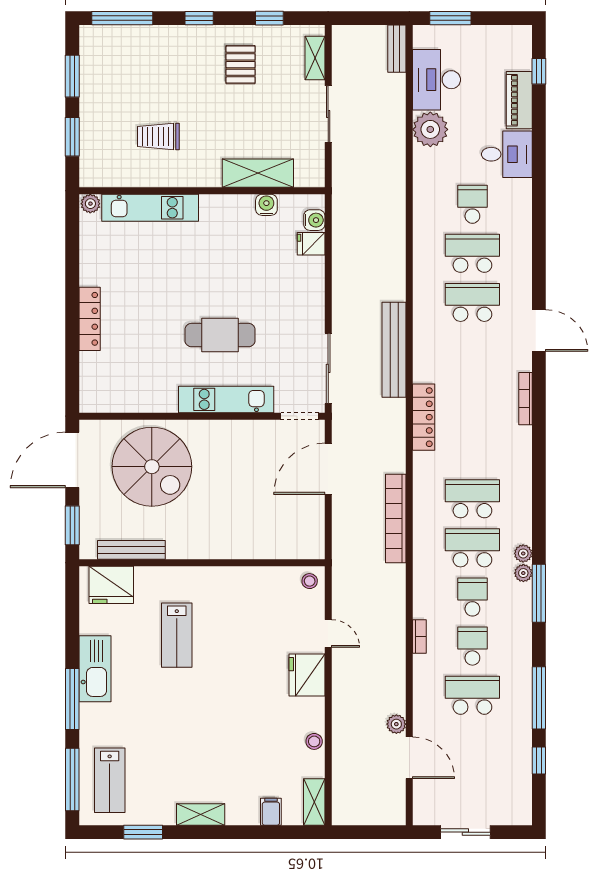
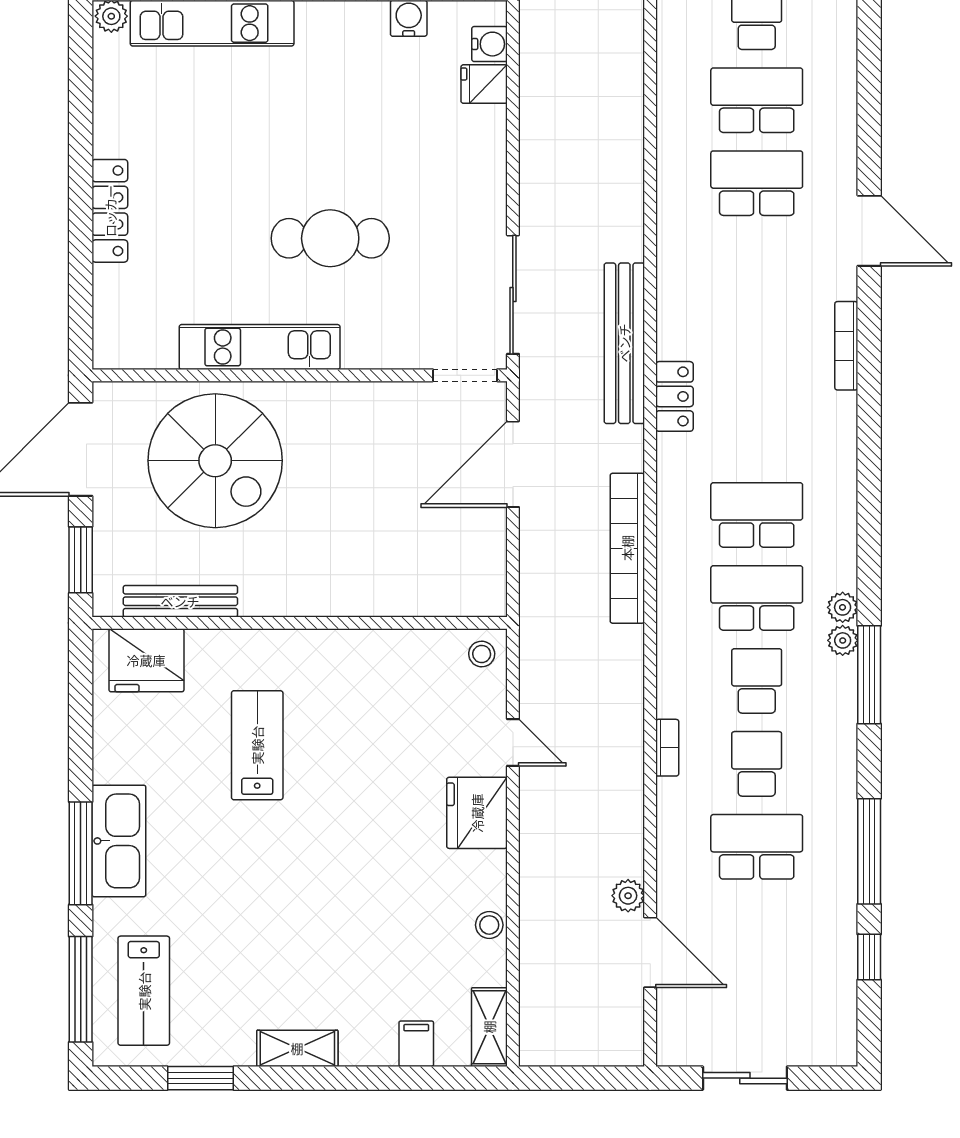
bench: (394, 350) -> (624, 343), moved
kitchen unit: (226, 399) -> (260, 347), moved
locker: (424, 417) -> (674, 396), width x0.66
lab bench: (177, 635) -> (257, 745), turned 180
kitchen sink: (95, 669) -> (119, 841), moved

